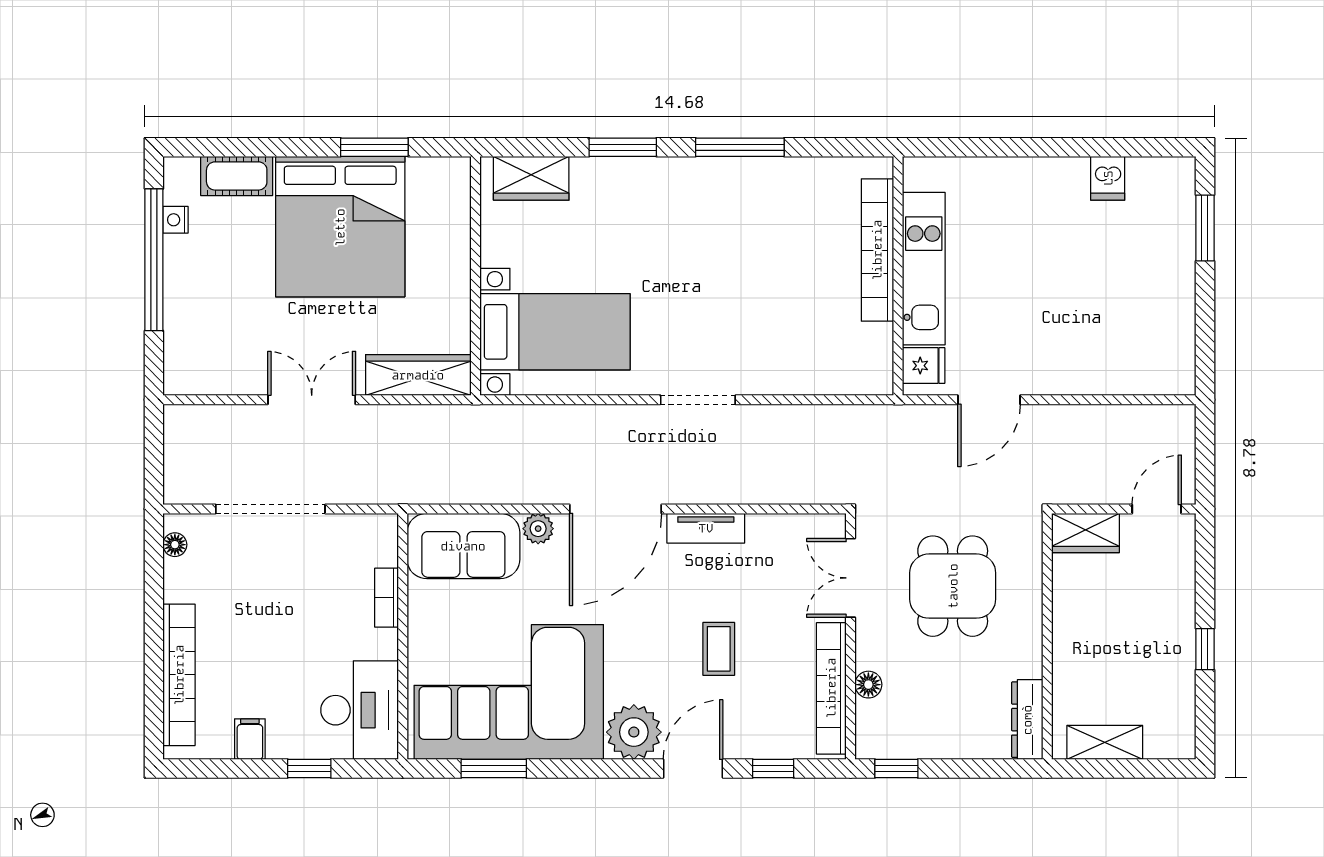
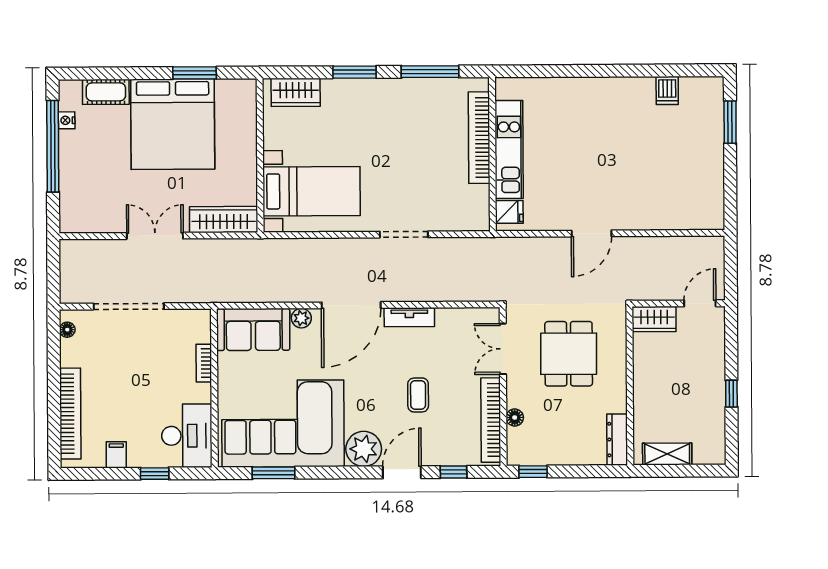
bookcase: (877, 250) -> (479, 138), moved
kitchen unit: (924, 269) -> (509, 149), moved
wall: (898, 276) -> (492, 154), moved
fridge: (924, 366) -> (509, 212), moved

